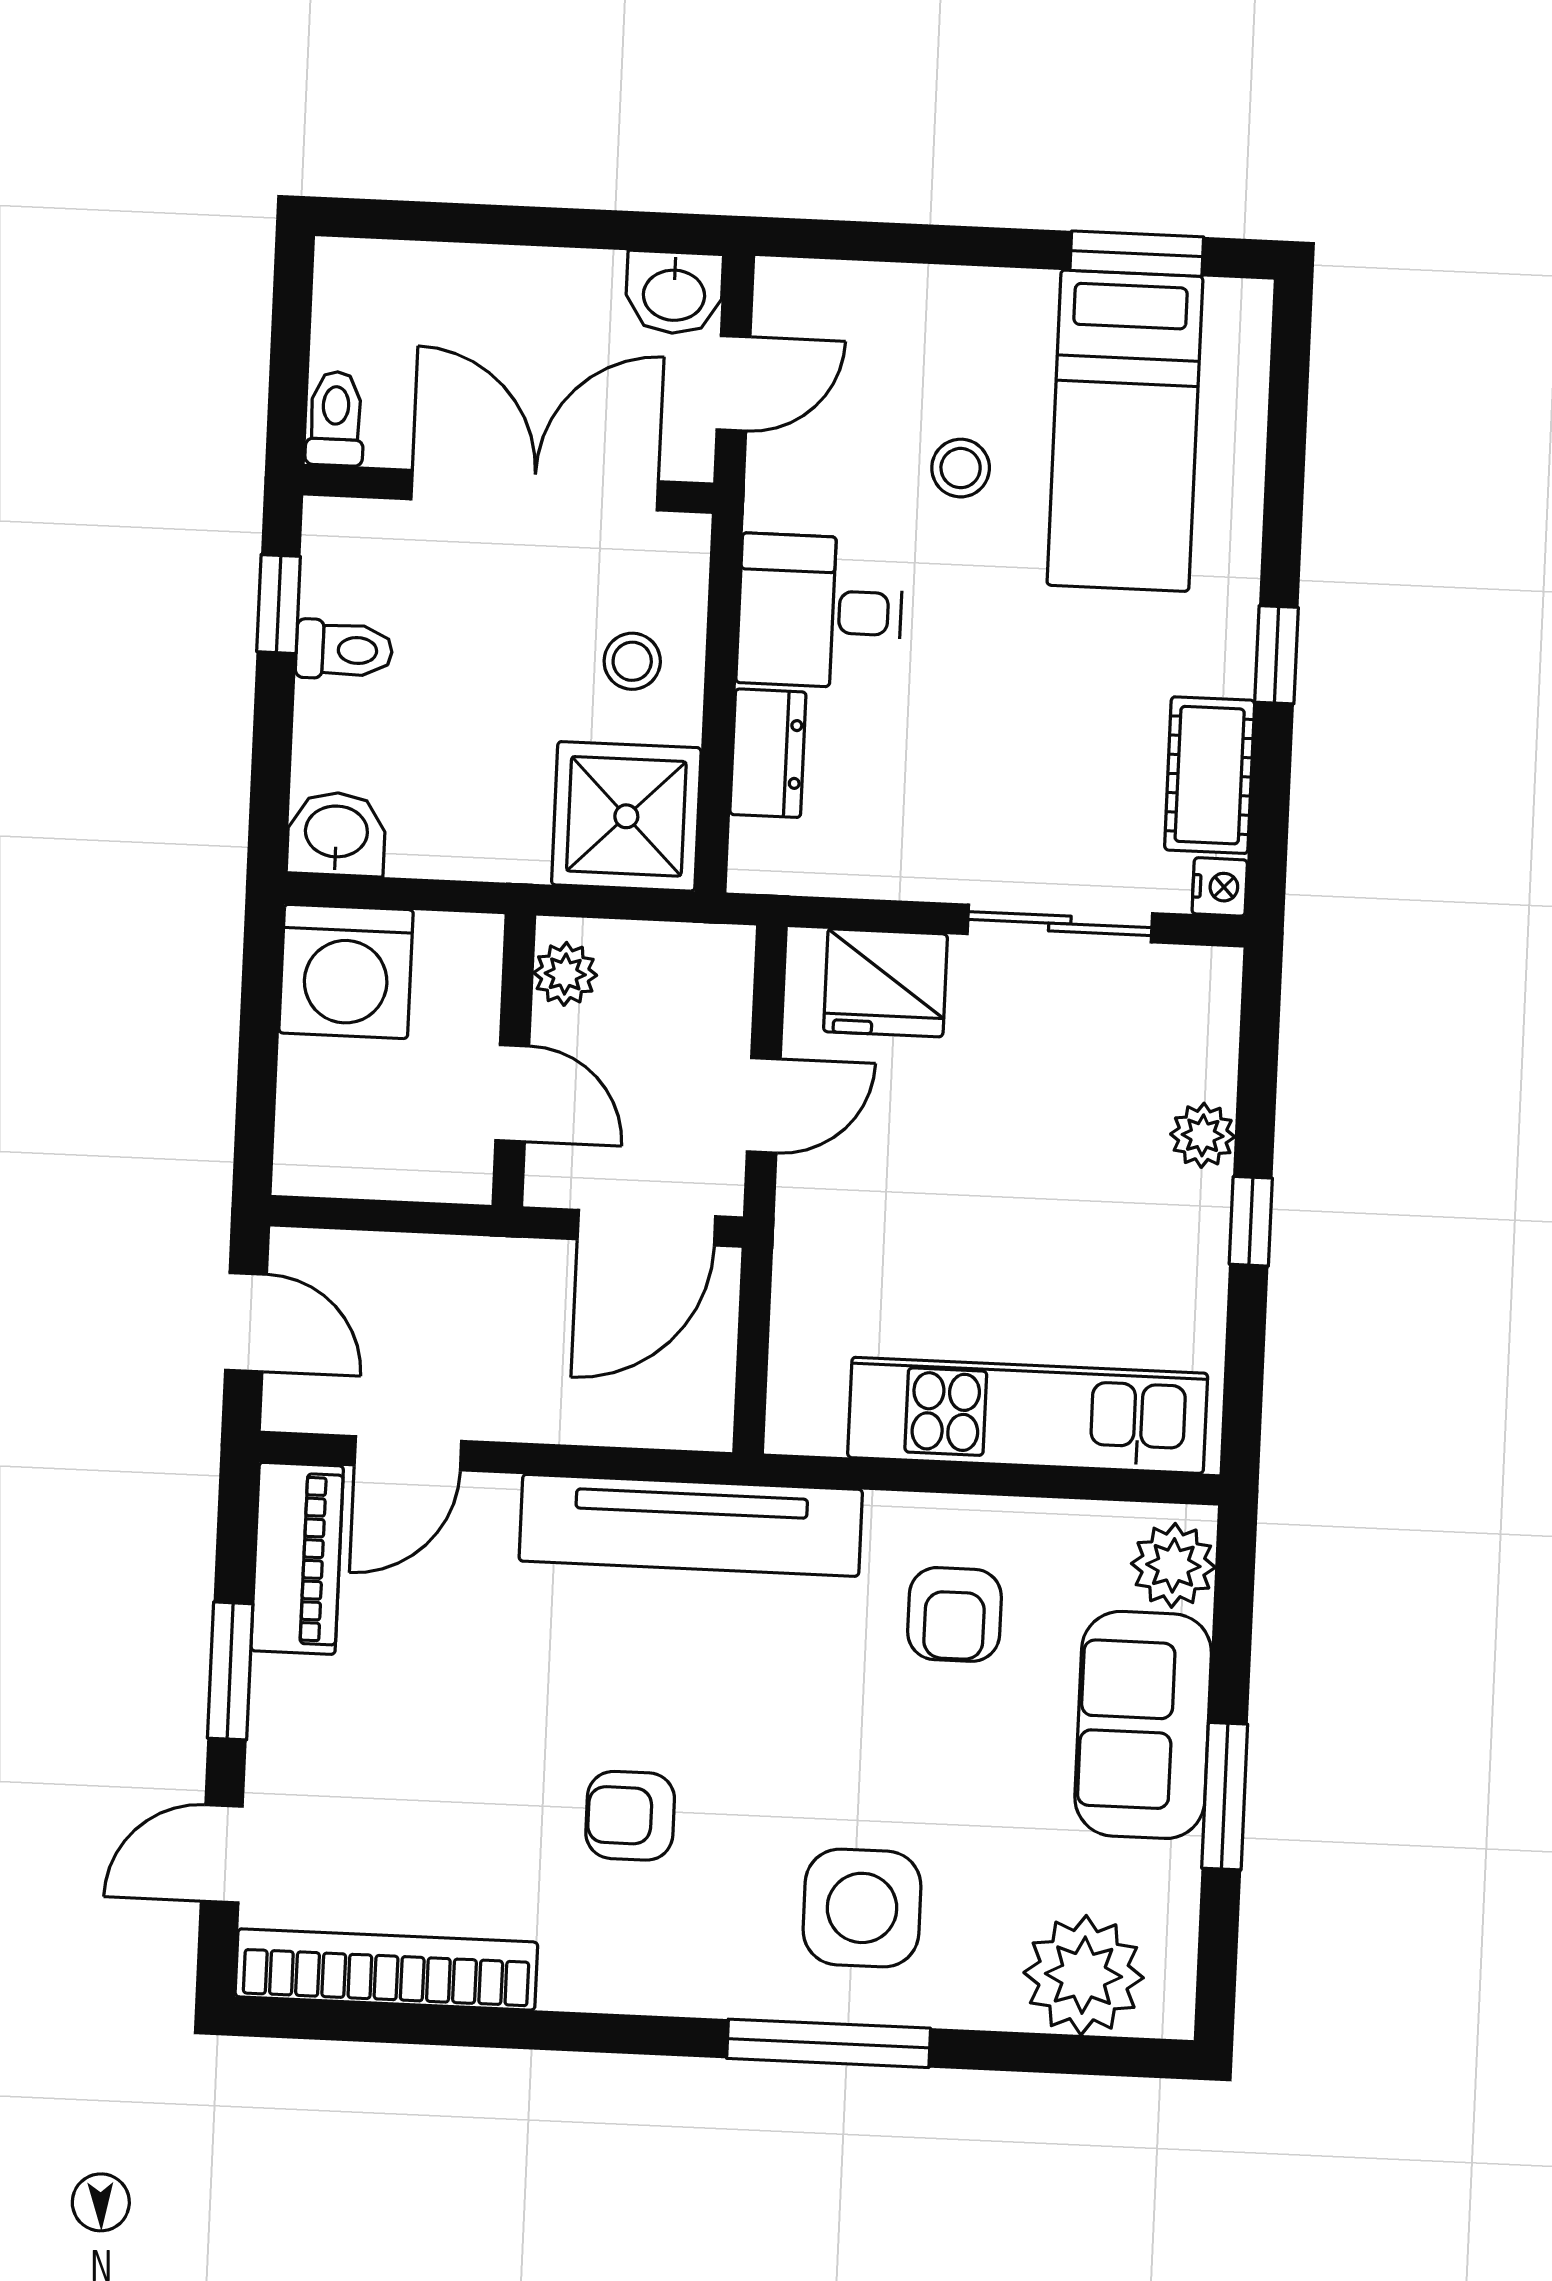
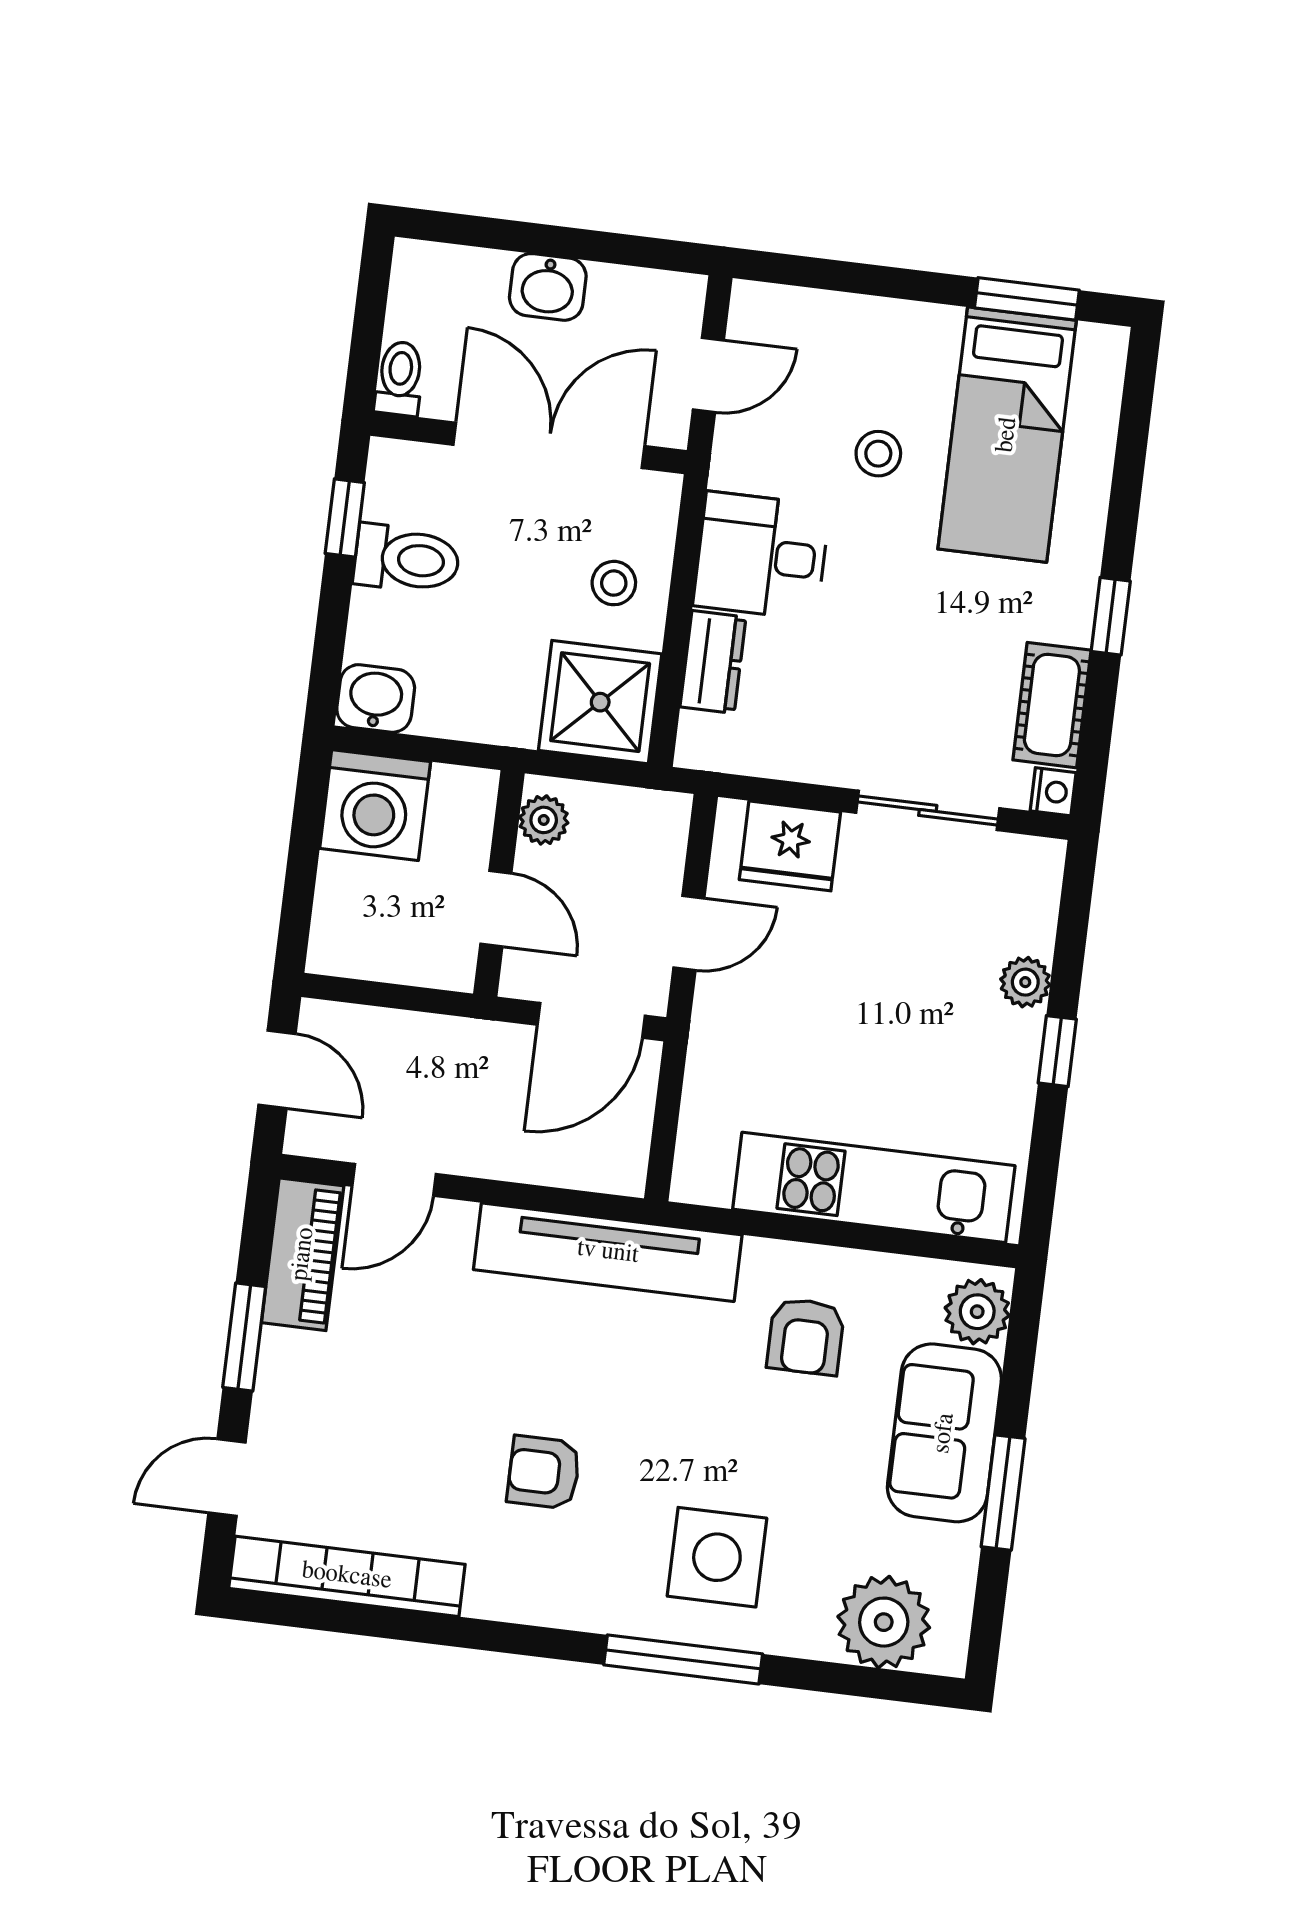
washbasin: (674, 293) -> (548, 287), moved
toilet: (344, 650) -> (407, 559), width x1.37, depth x1.39

